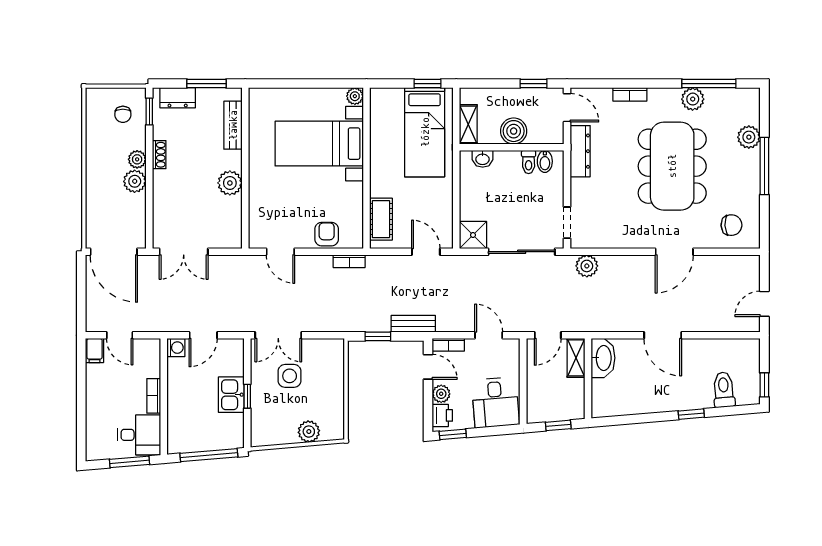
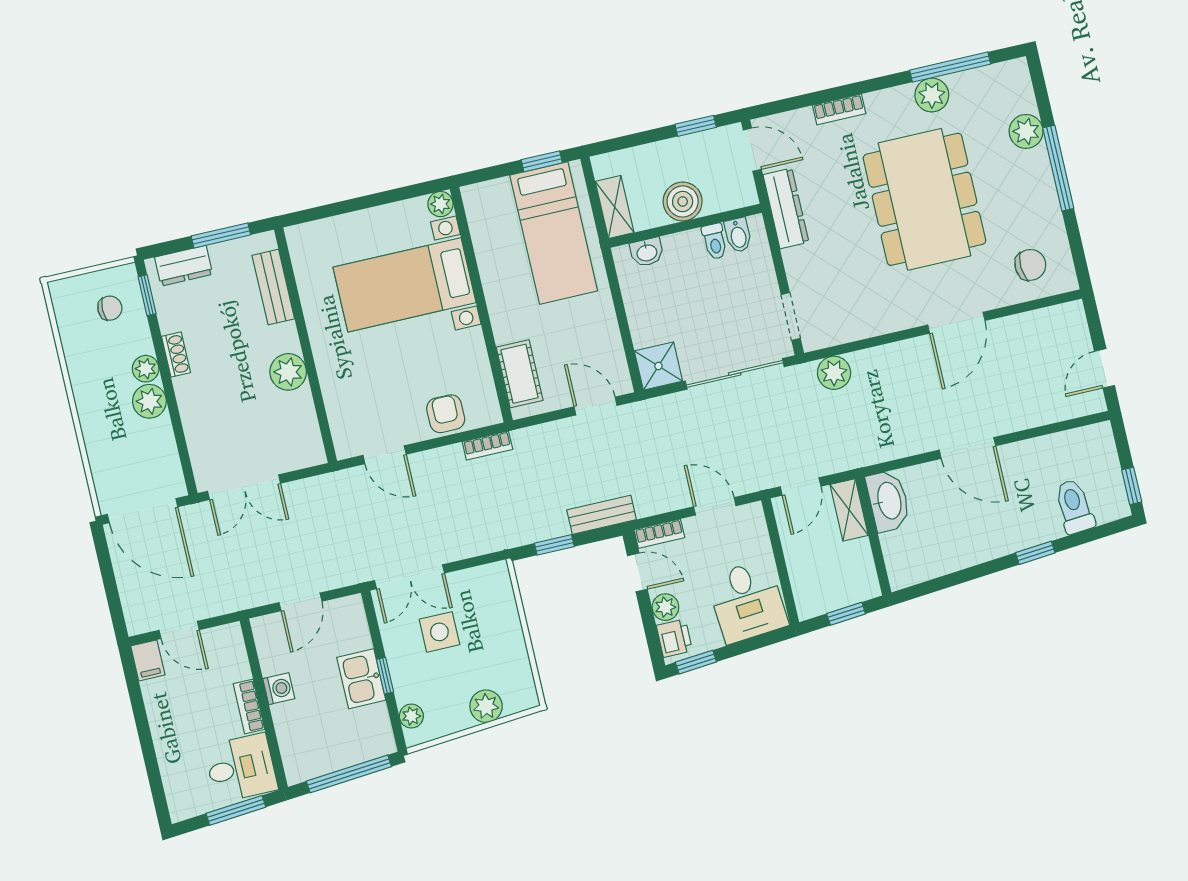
chair: (123, 114) -> (110, 308), turned -90
washing machine: (176, 348) -> (279, 689), moved
plant: (259, 427) -> (411, 716), added

